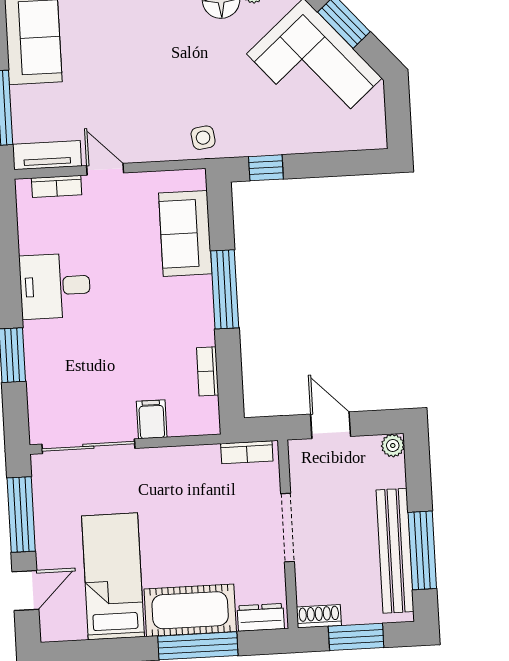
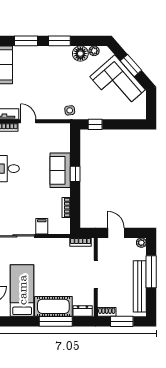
sofa: (185, 233) -> (60, 170), moved
window: (225, 289) -> (75, 174), width x0.46
window: (422, 550) -> (151, 272), moved

